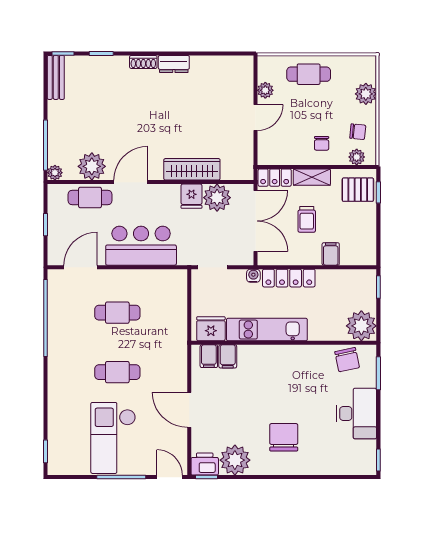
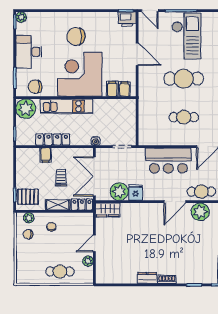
plant: (366, 94) -> (23, 259), removed
wardrobe: (192, 169) -> (108, 210), moved, width x0.67
locker: (289, 278) -> (53, 140), moved
fridge: (211, 329) -> (123, 107), removed
kitchen unit: (267, 330) -> (66, 106), moved
chair: (347, 360) -> (35, 87), turned -78
cafe table: (117, 372) -> (184, 79), width x1.37, depth x1.35
corner desk: (278, 379) -> (80, 74), added
chair: (284, 437) -> (76, 36), turned 90
plant: (235, 460) -> (21, 17), moved, width x0.53, depth x0.53

